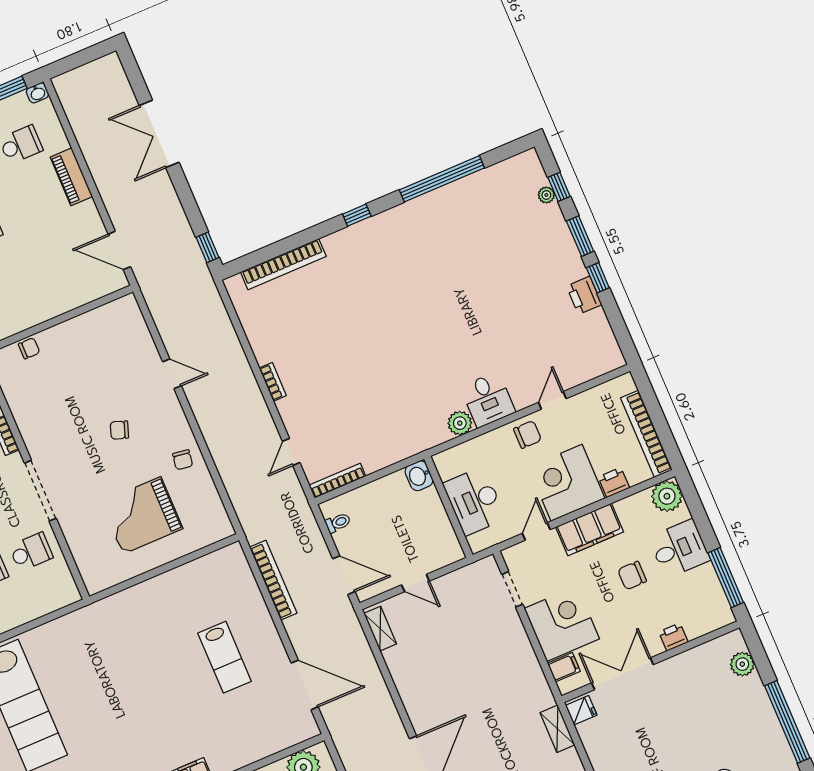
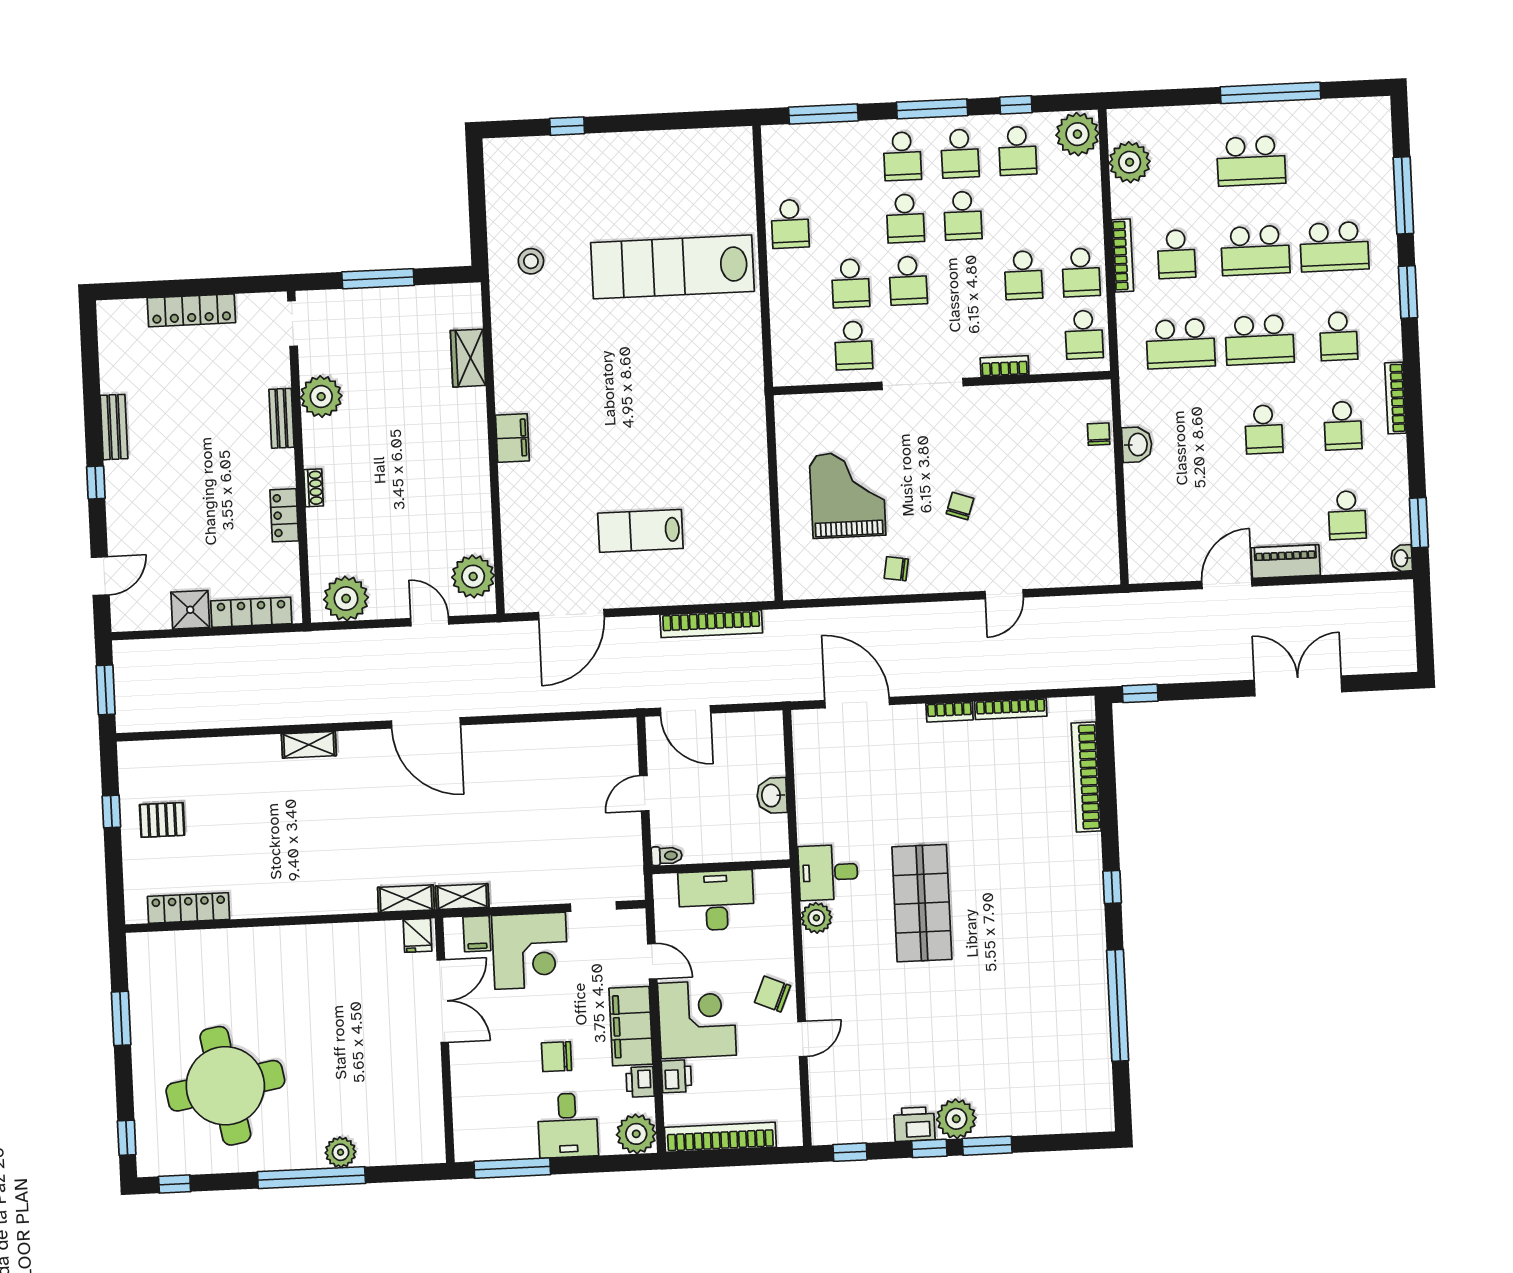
window: (559, 187) -> (850, 1152), moved
plant: (546, 195) -> (956, 1119), moved, width x1.87, depth x1.87
door: (119, 250) -> (1227, 584), moved
washbasin: (26, 317) -> (1137, 445), added
chair: (29, 348) -> (1099, 434), turned 180
shop shelf: (420, 350) -> (922, 903), added
desk: (488, 400) -> (828, 872), moved
door: (552, 400) -> (802, 1039), hinge flipped
chair: (528, 434) -> (773, 994), turned 113
door: (291, 452) -> (857, 703), width x1.87
washbasin: (419, 476) -> (772, 796), moved, turned -90
bookcase: (337, 481) -> (1011, 709), moved, turned 90
toilet: (338, 523) -> (667, 856), moved, turned -90
door: (344, 575) -> (686, 711), hinge flipped
chair: (632, 576) -> (557, 1057), turned -90
shelving: (380, 629) -> (462, 897), moved
printer: (673, 637) -> (640, 1082), moved, turned 180
plant: (742, 664) -> (341, 1152), moved

